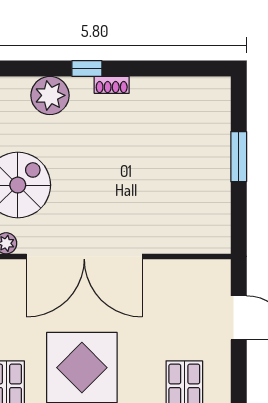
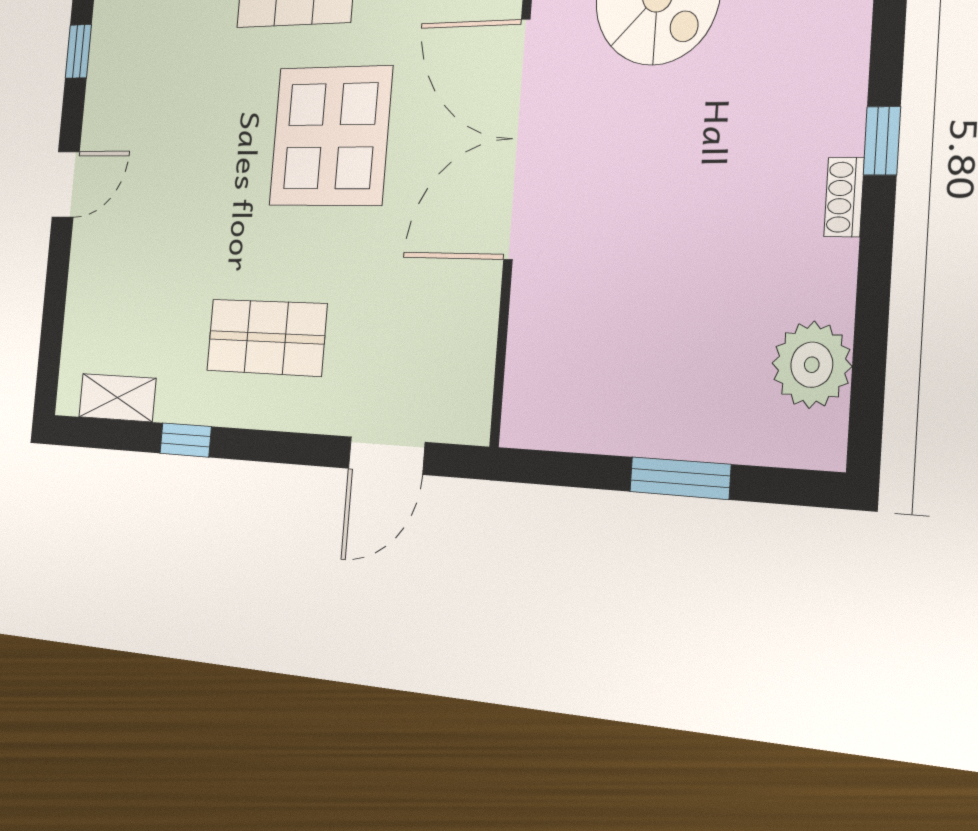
plant: (50, 95) -> (812, 365), moved

